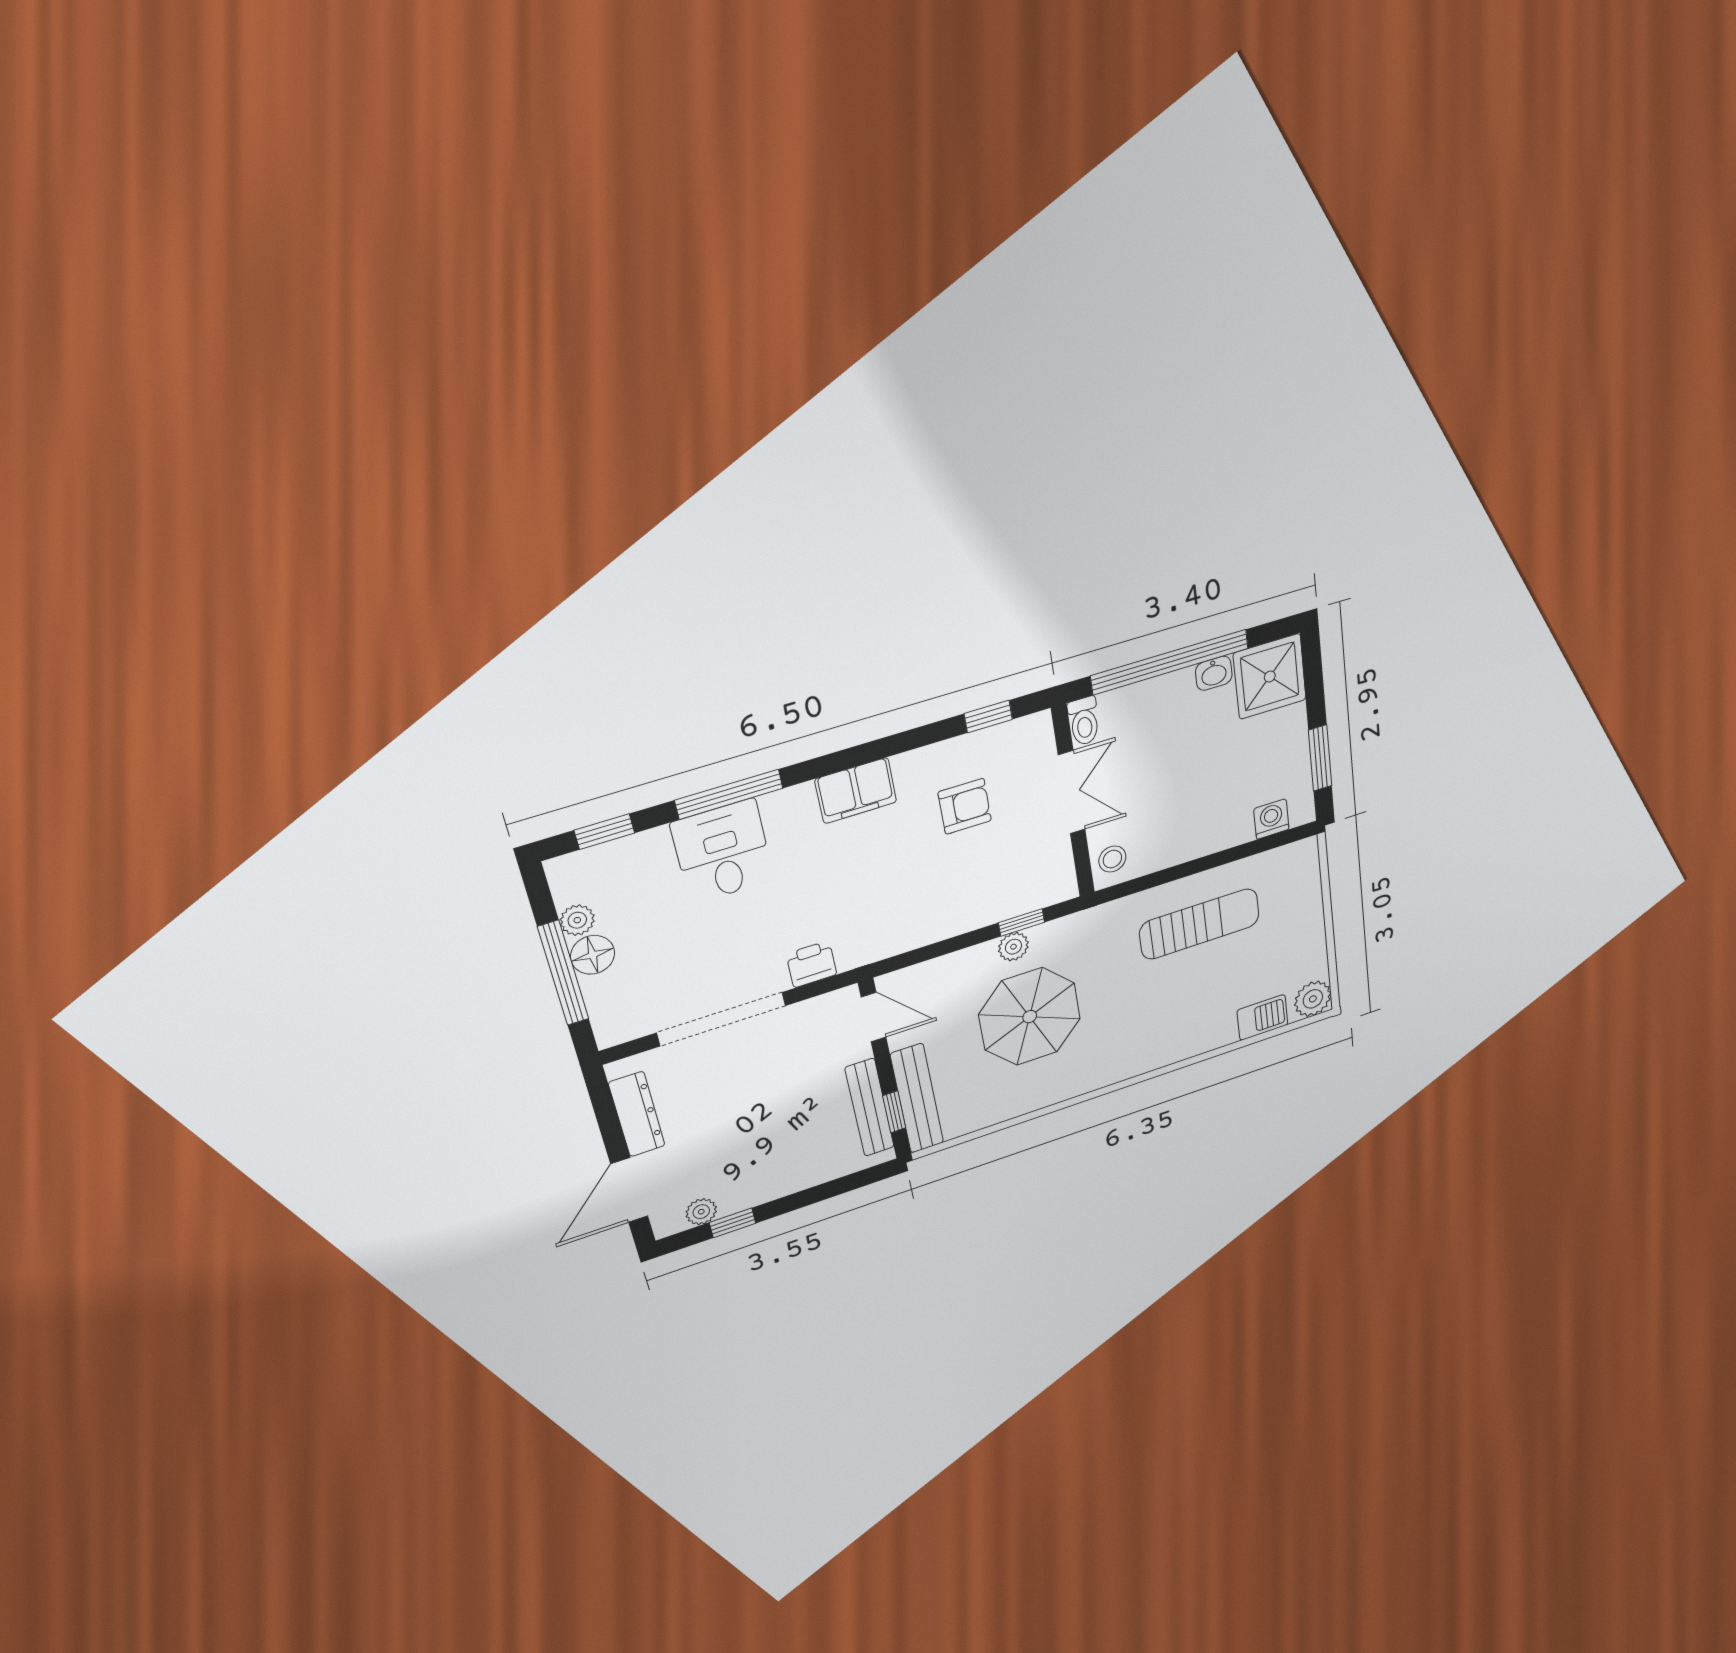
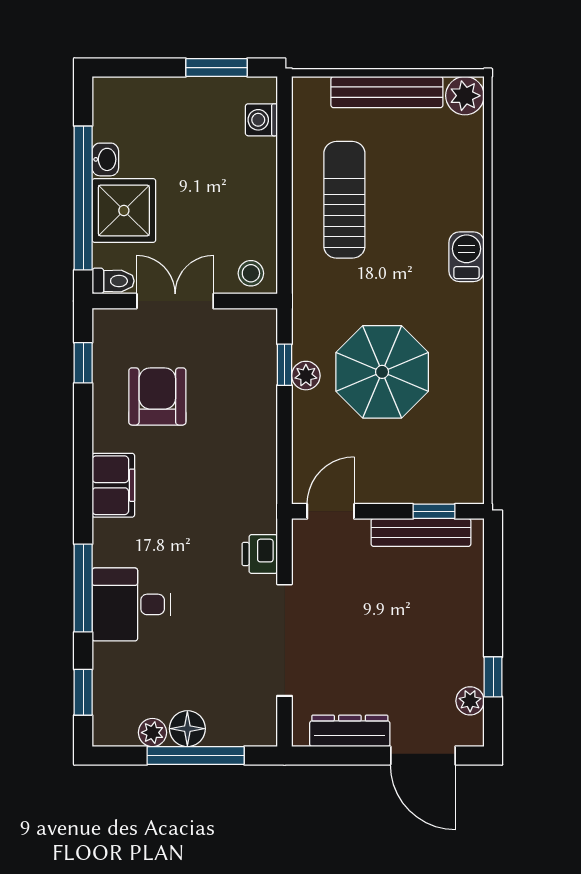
shower: (1270, 677) -> (124, 211), moved
armchair: (965, 806) -> (157, 396), width x1.38, depth x1.38
barbecue: (1262, 1017) -> (467, 257), moved
bench: (917, 1099) -> (387, 92), moved

